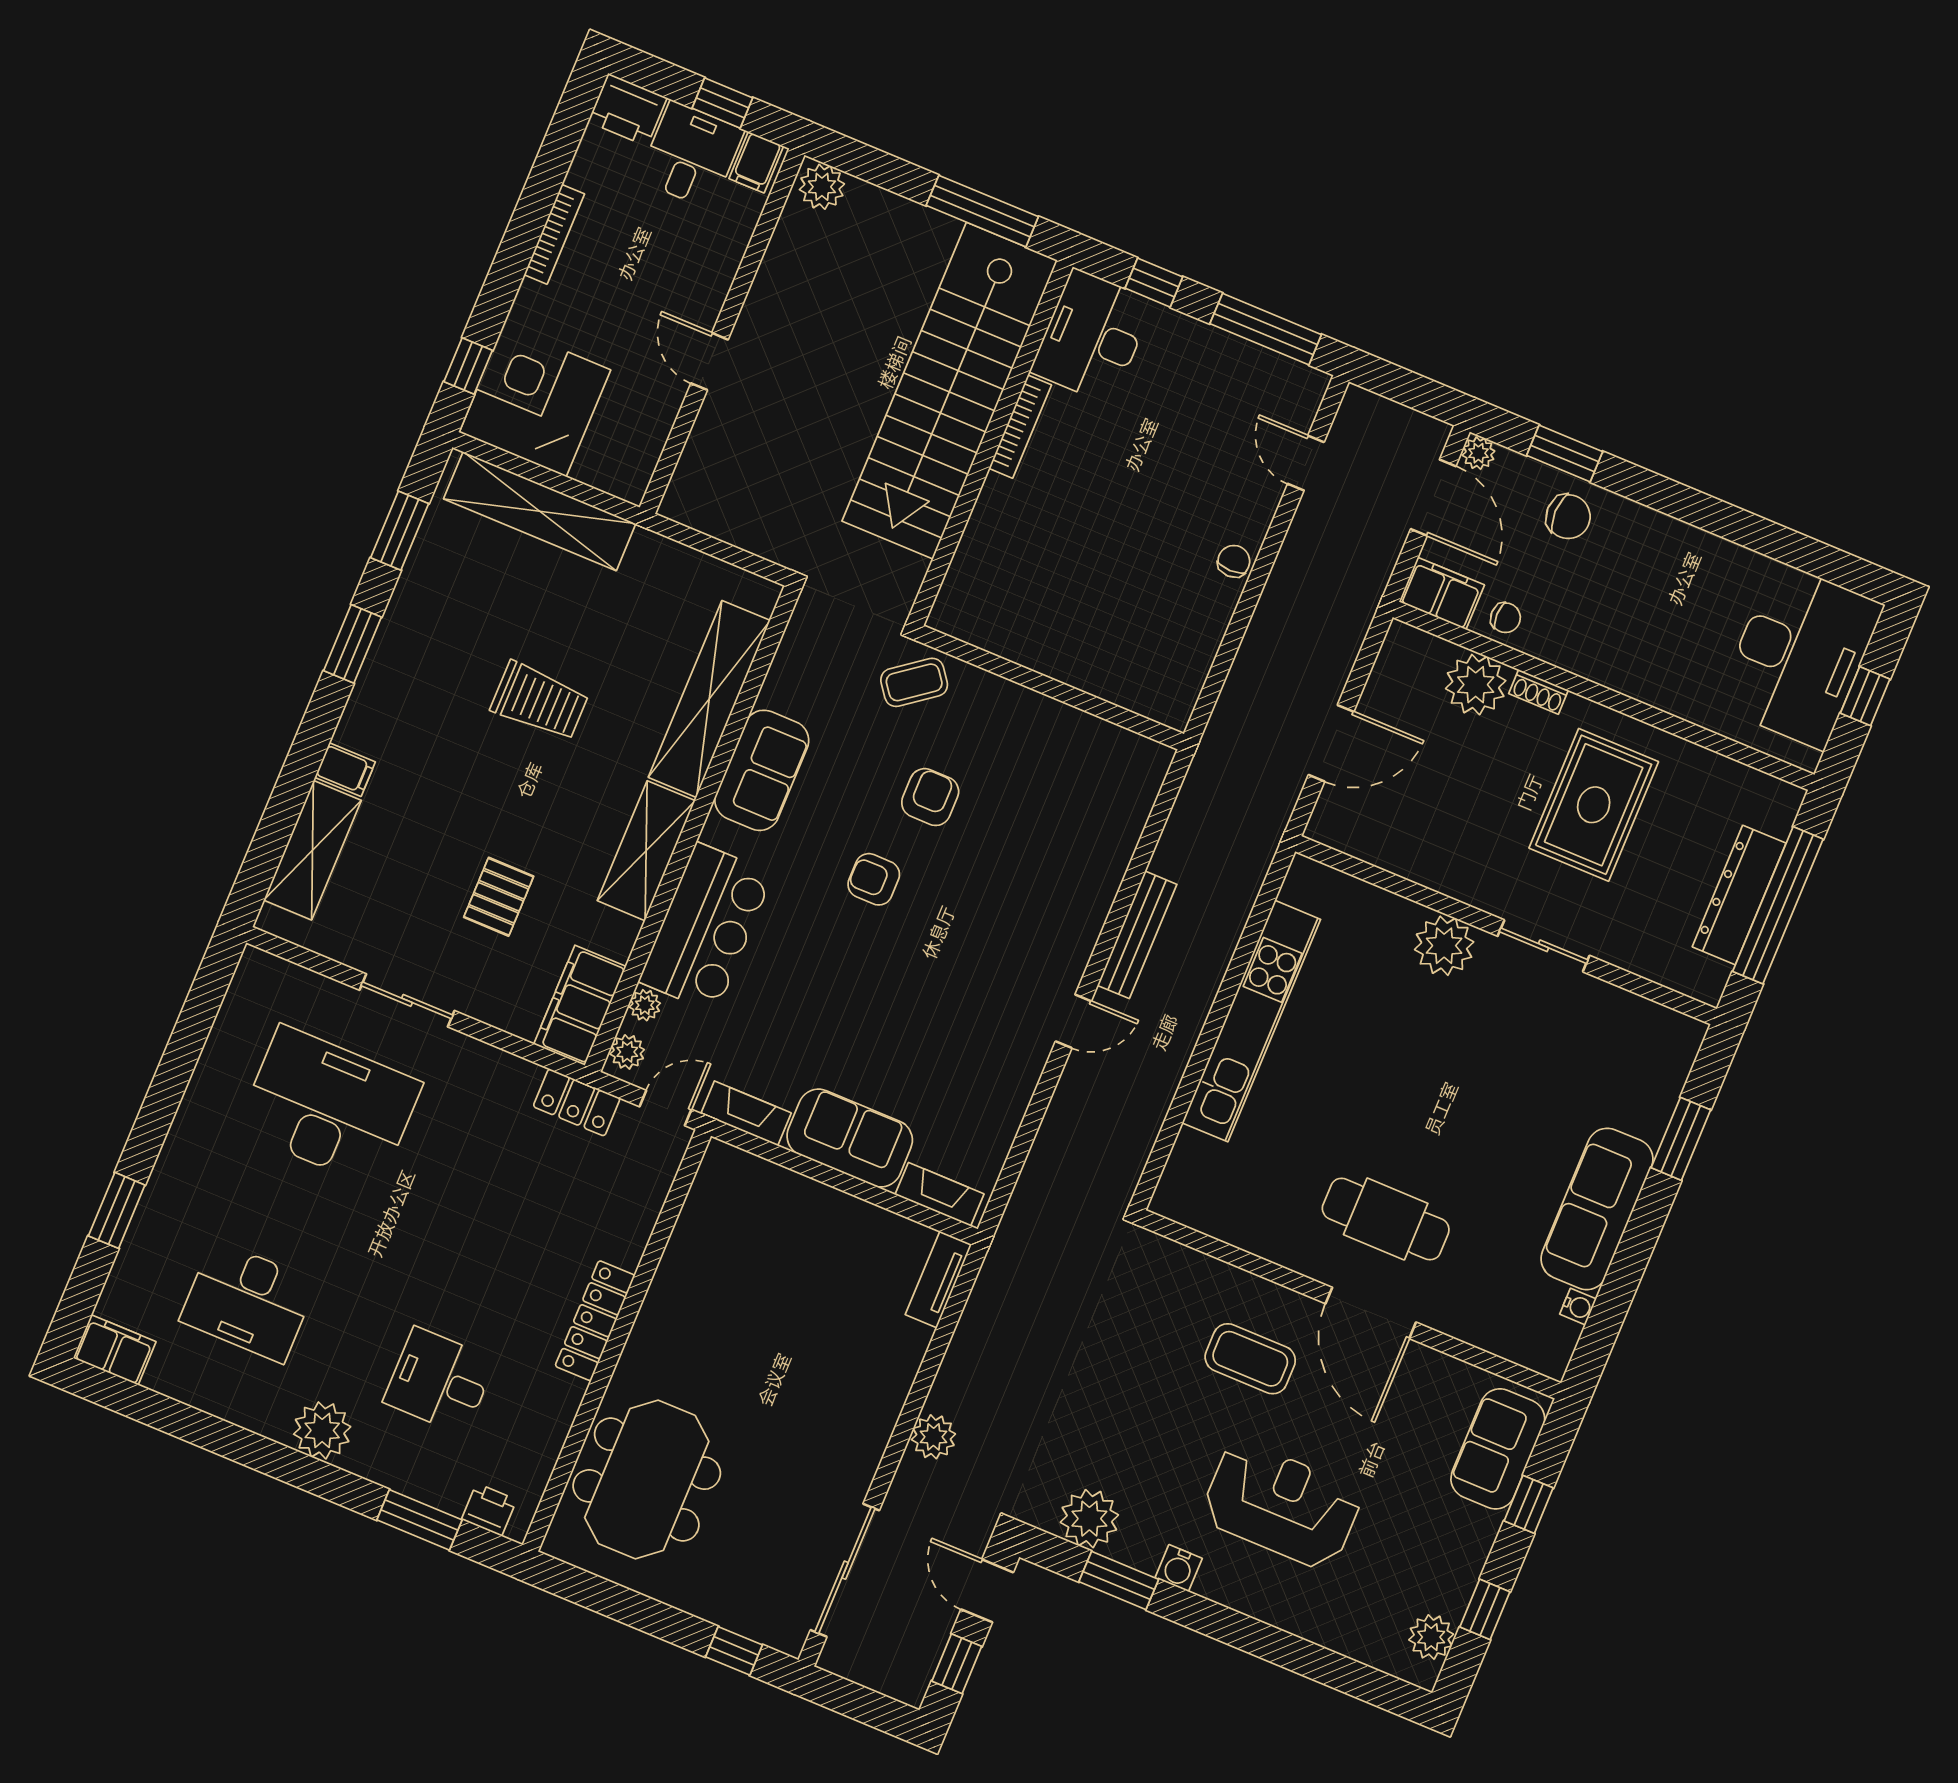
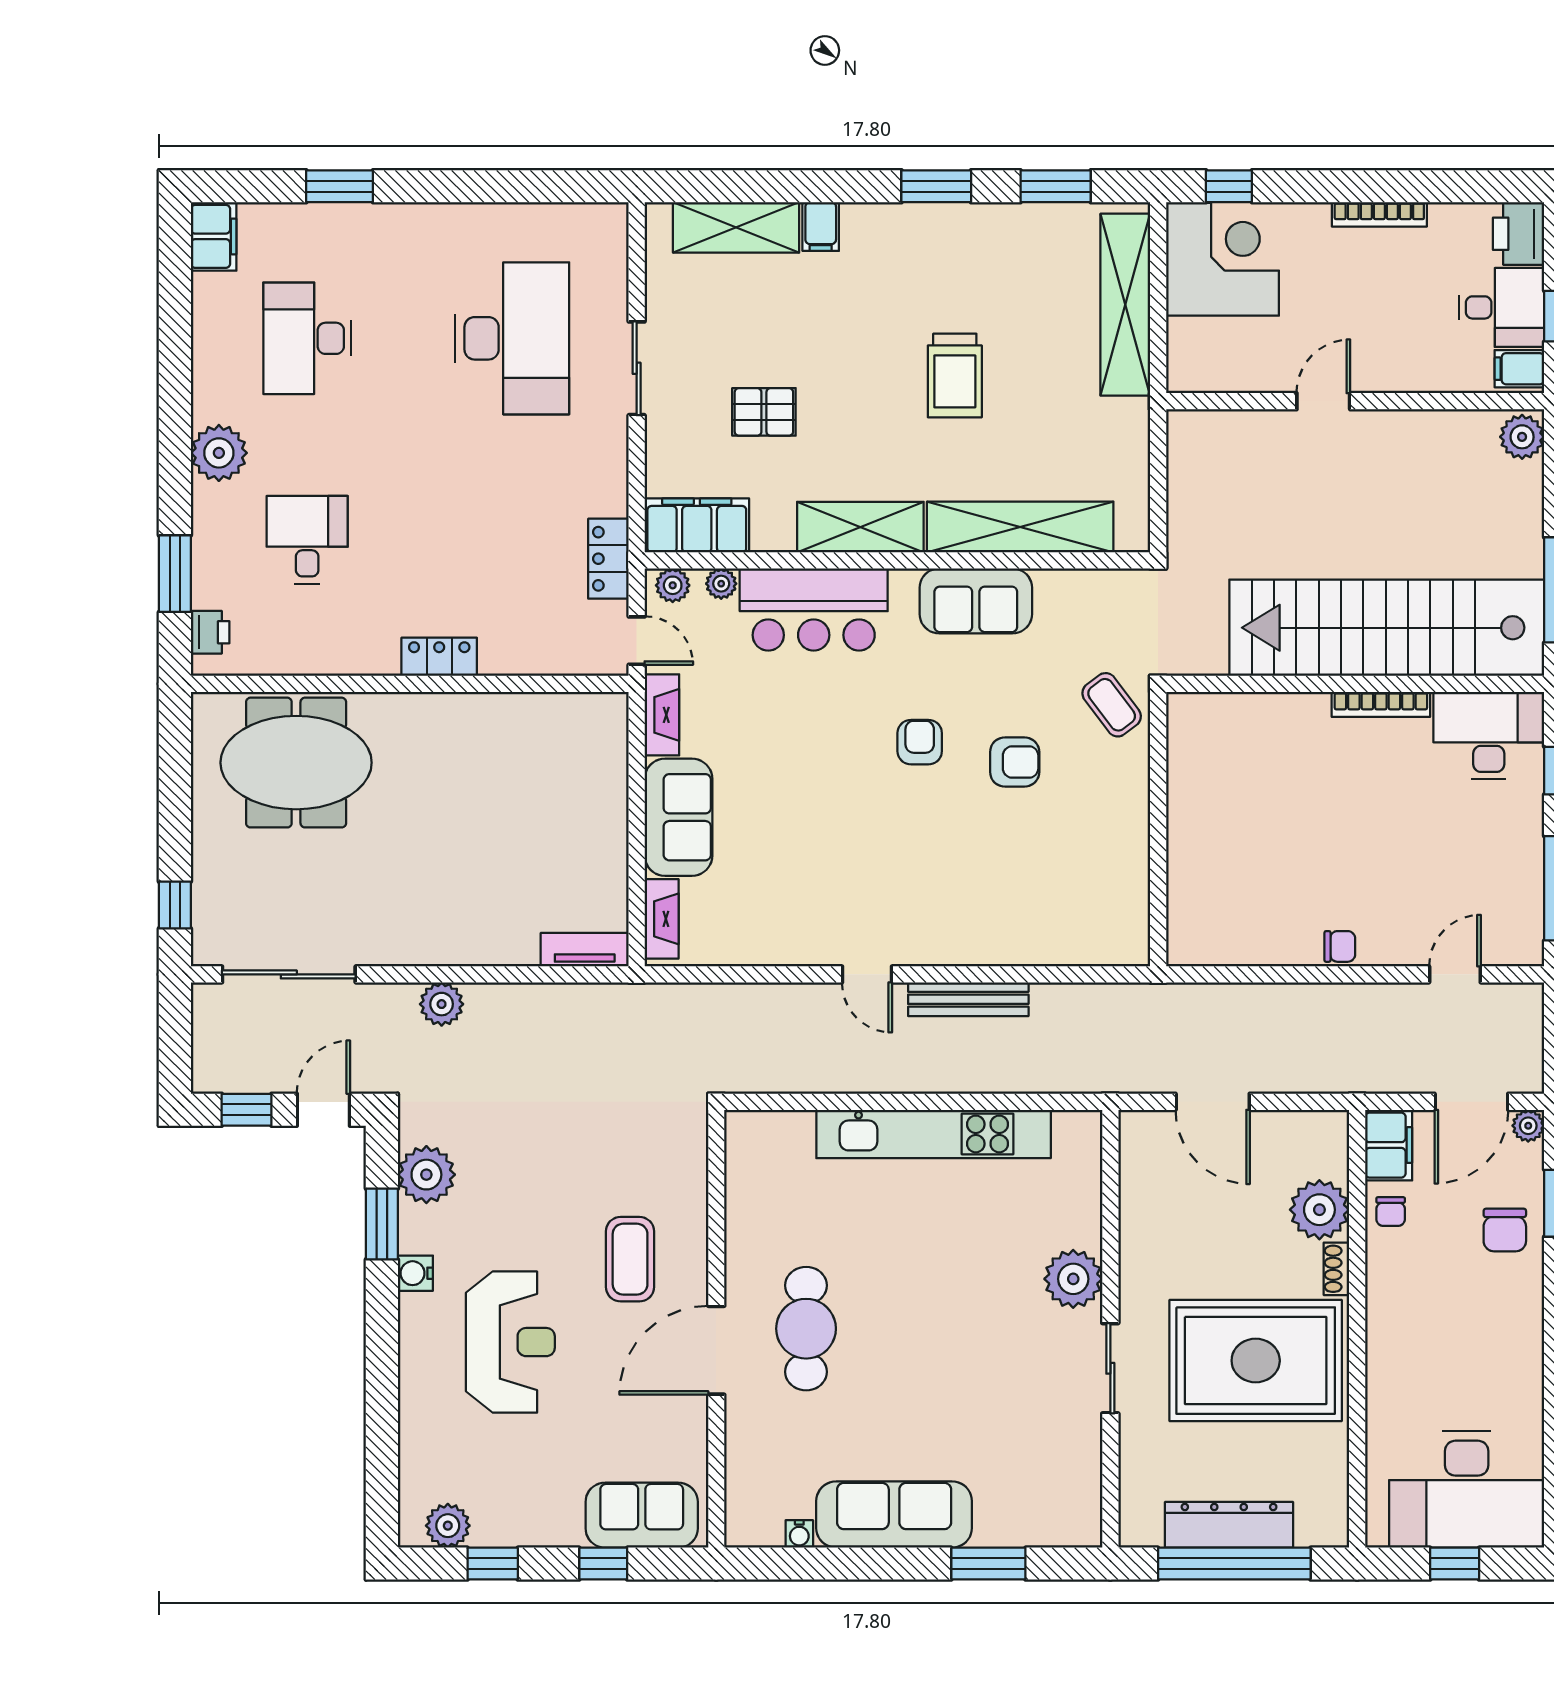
rug: (1594, 805) -> (1256, 1361), width x1.37, depth x1.44
locker: (595, 1321) -> (439, 657), width x0.66

